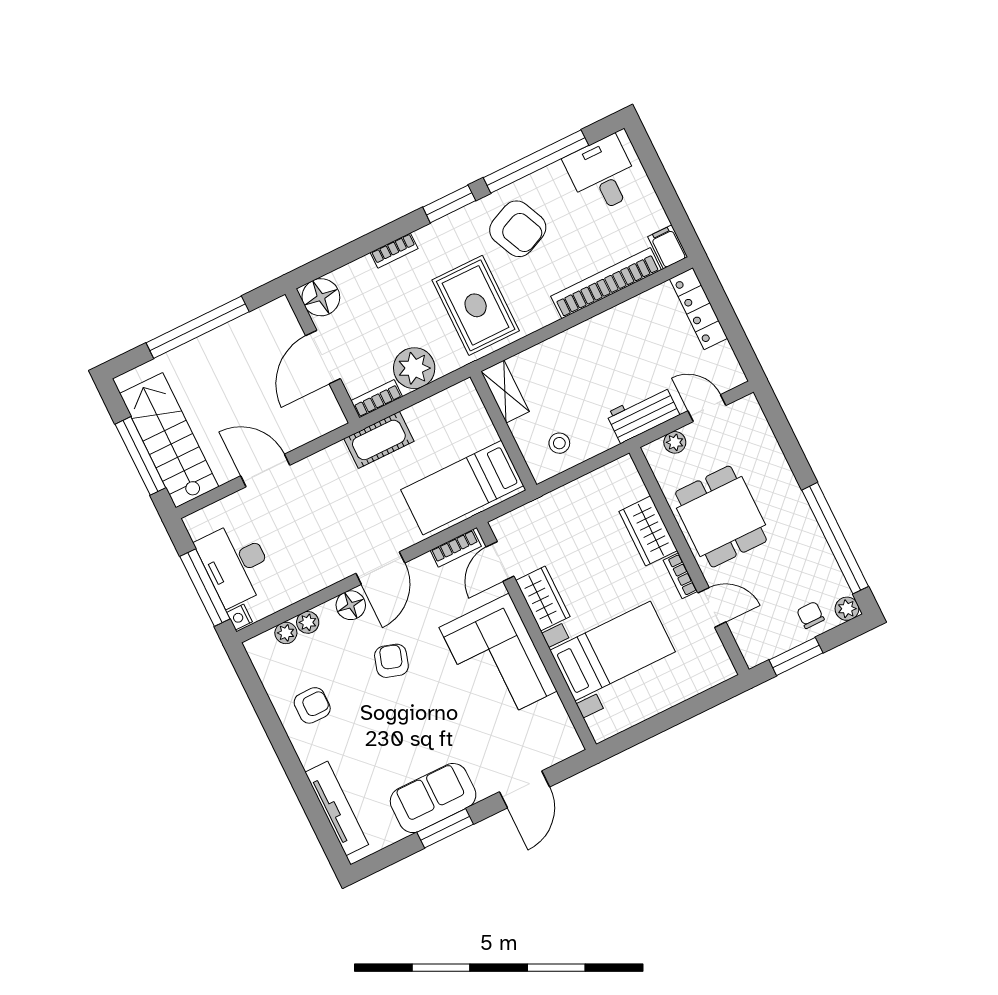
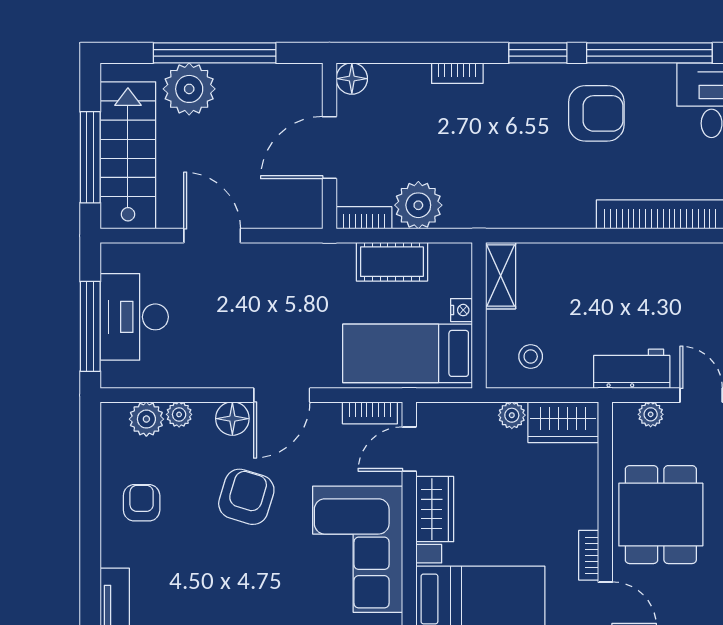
armchair: (518, 229) -> (596, 113), turned -66
floor lamp: (321, 297) -> (352, 79), width x0.73, depth x0.73
rug: (476, 305) -> (514, 171), removed
plant: (191, 365) -> (189, 89), added
cot: (379, 440) -> (392, 262), moved
plant: (567, 496) -> (512, 415), added
wardrobe: (648, 531) -> (563, 422), moved, turned -90
nightstand: (239, 617) -> (461, 310), moved, turned 180
plant: (286, 633) -> (146, 419), width x1.38, depth x1.38
armchair: (391, 661) -> (246, 497), width x1.38, depth x1.38
armchair: (312, 705) -> (142, 503), turned -90

